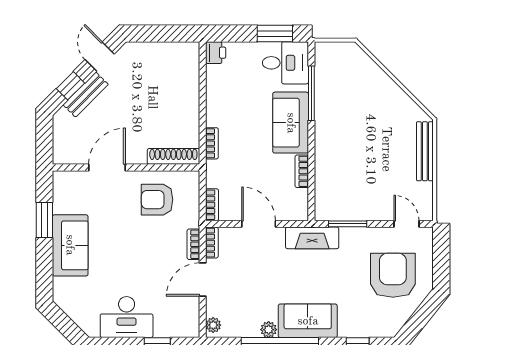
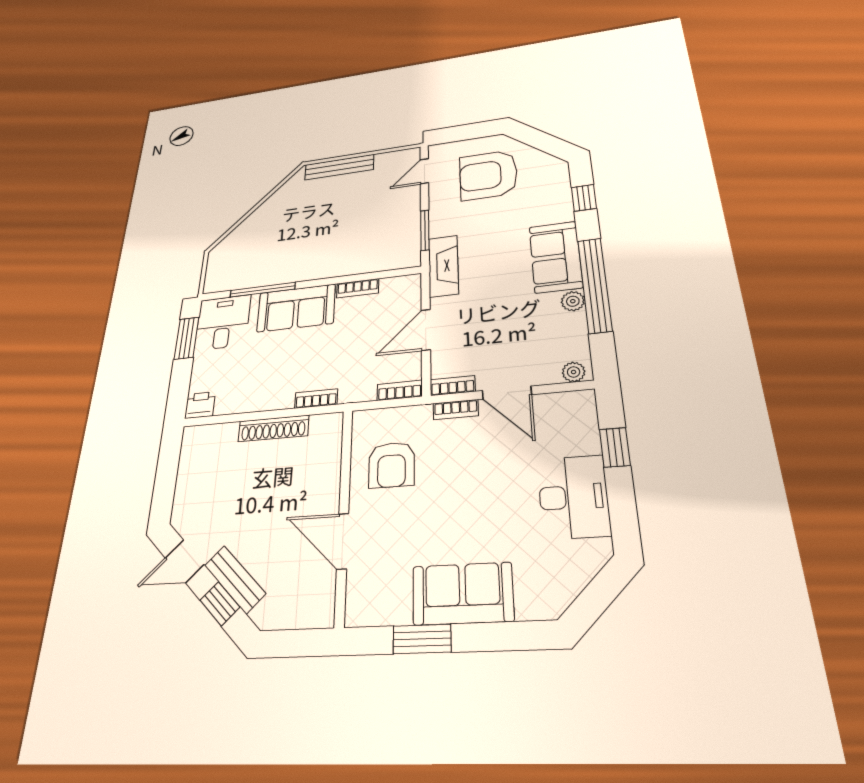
shoe rack: (173, 156) -> (273, 428), moved, turned -90

